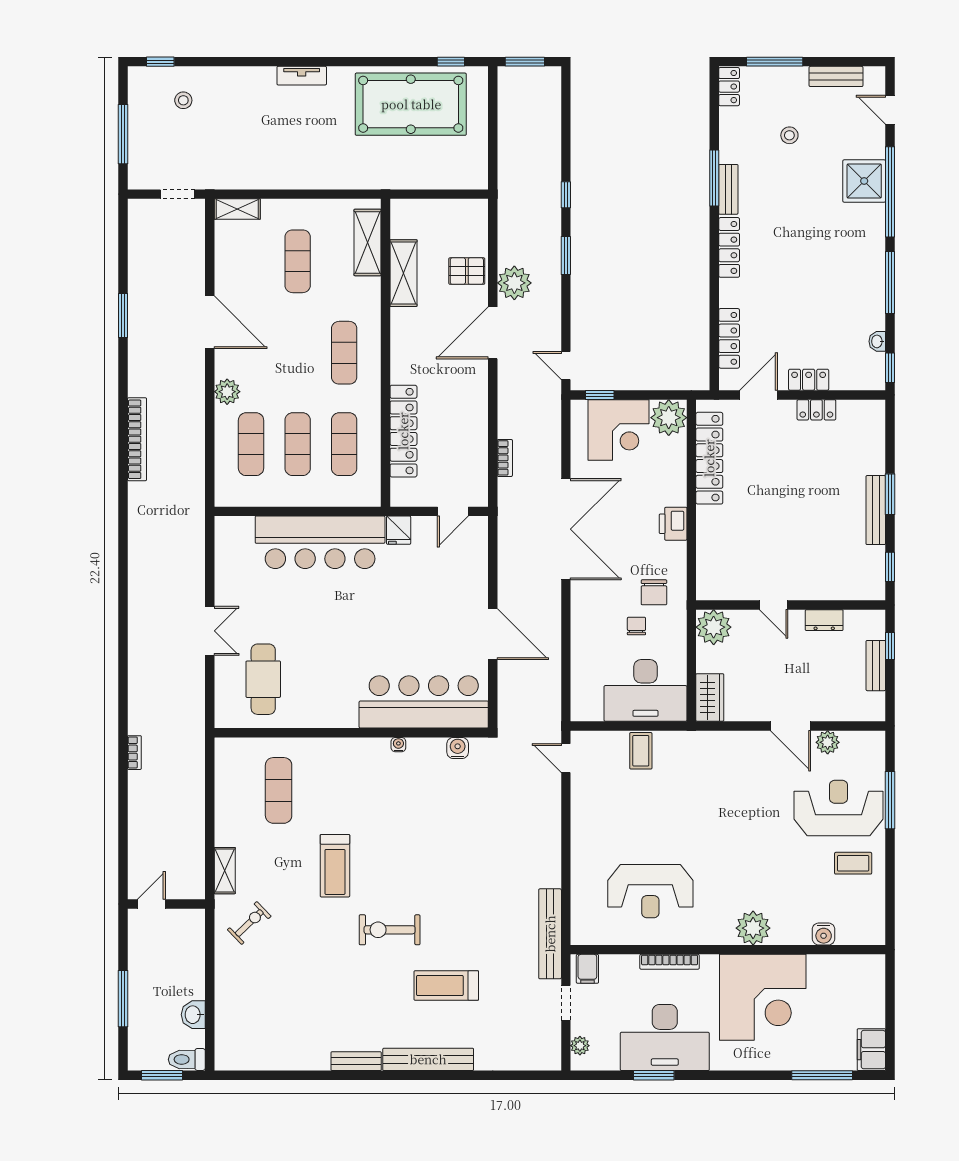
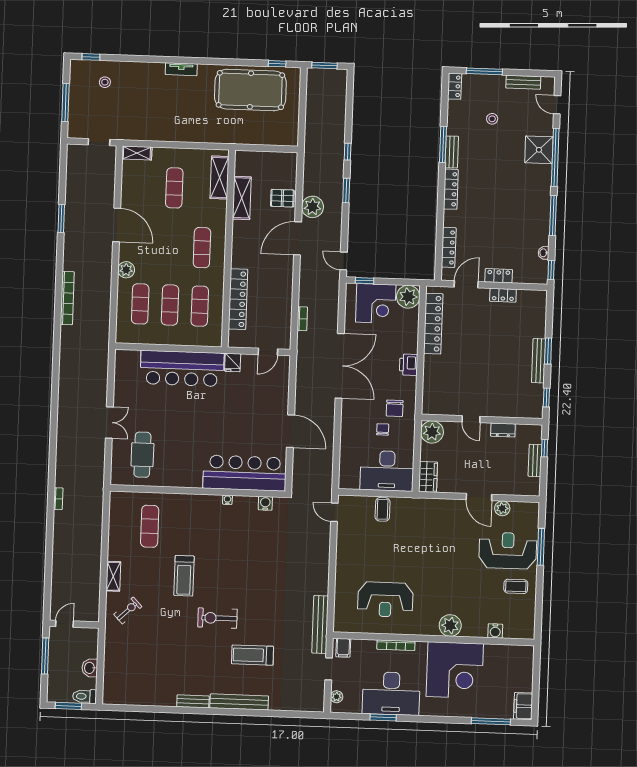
door: (151, 904) -> (64, 624), moved
wall: (166, 904) -> (74, 624), moved

